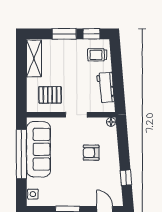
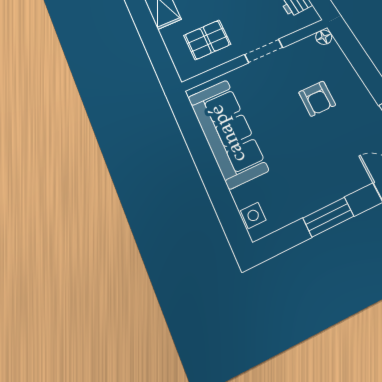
armchair: (91, 153) -> (317, 99), turned -90
window: (21, 154) -> (202, 155), removed

